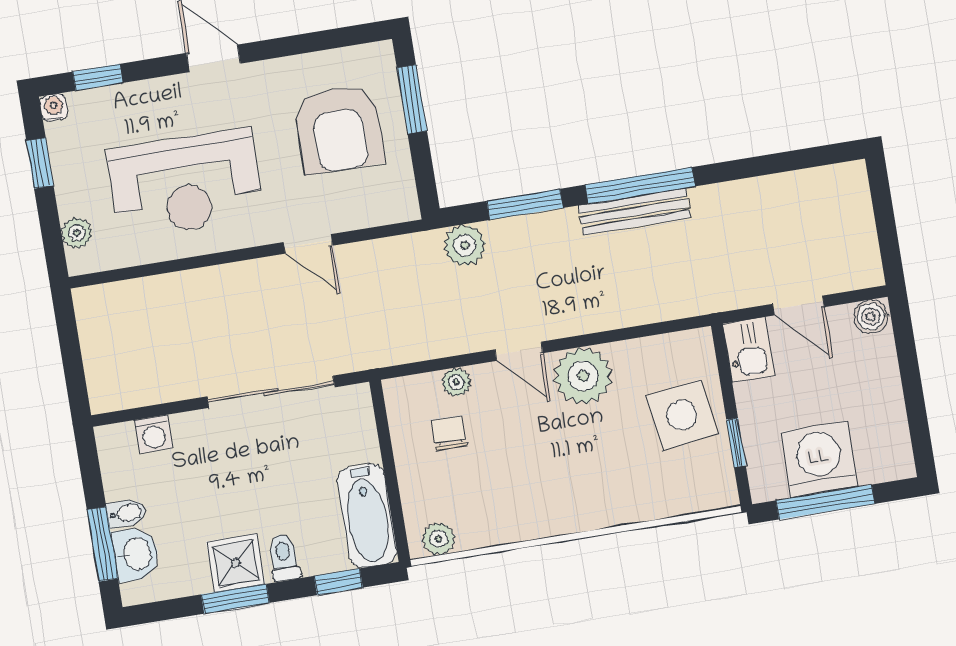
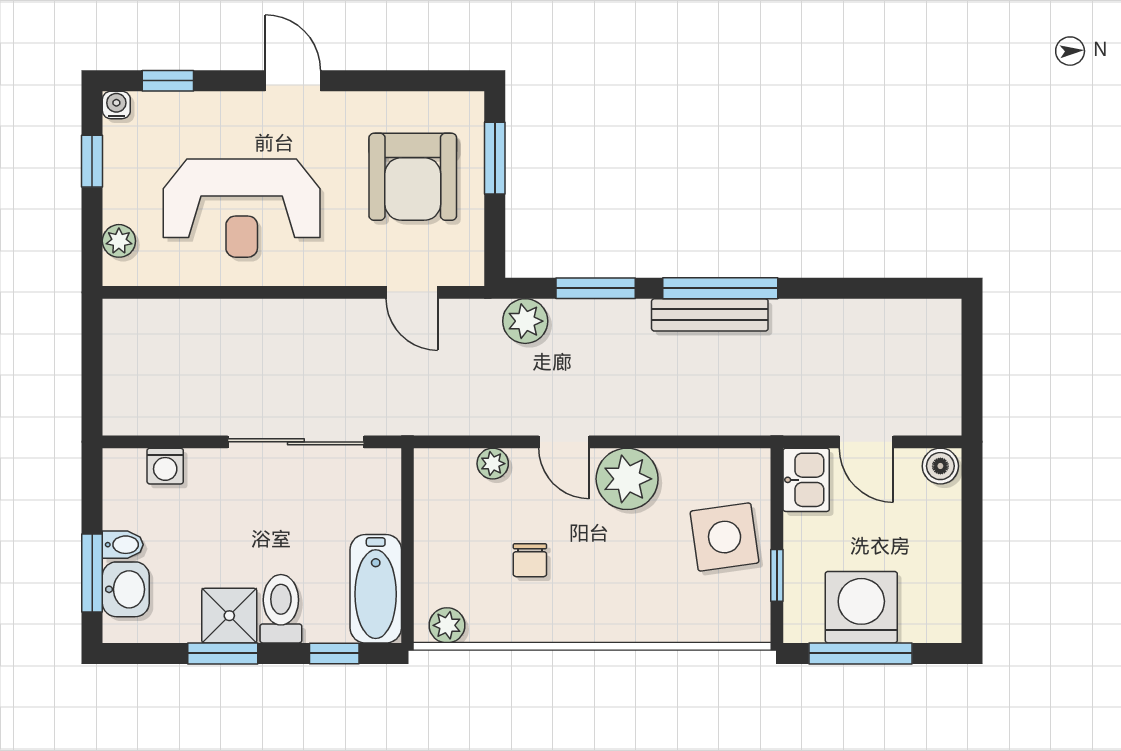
door: (308, 244) -> (412, 292), moved
chair: (449, 433) -> (530, 560), moved, turned 180
toilet: (284, 557) -> (281, 609), width x1.37, depth x1.39

